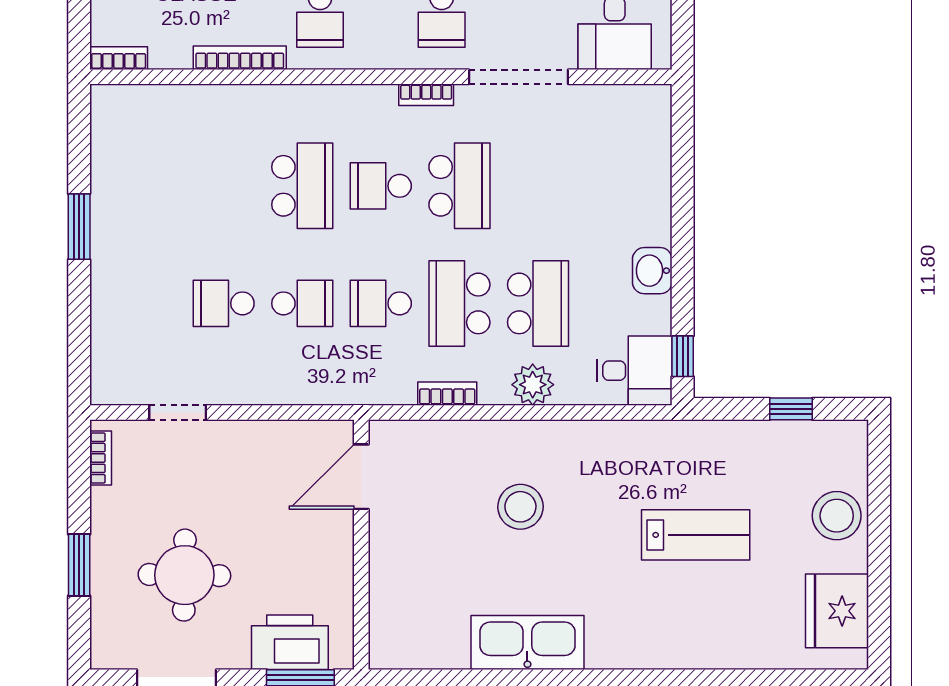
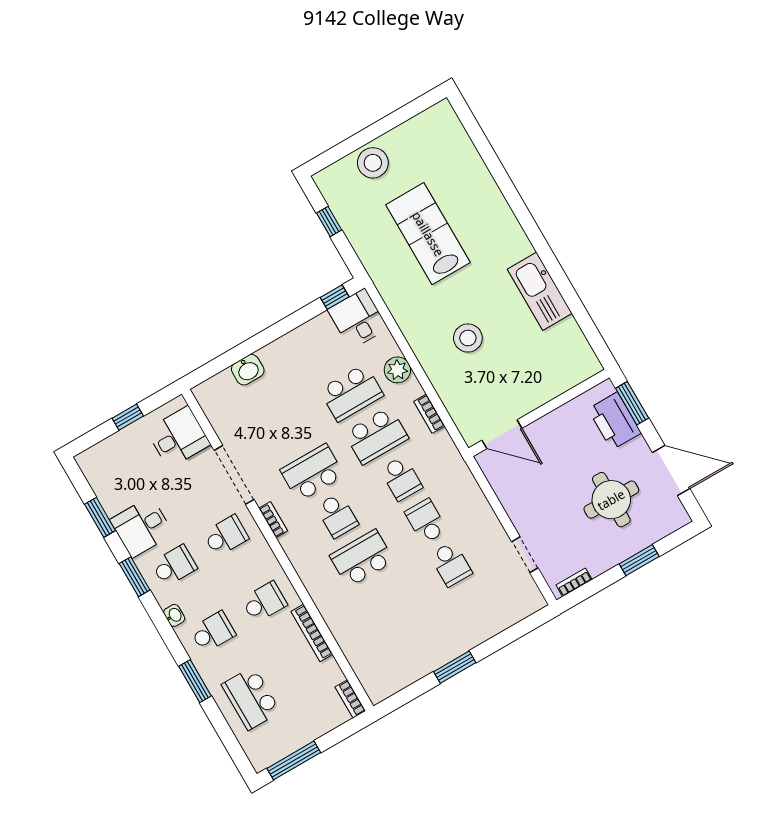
washbasin: (652, 271) -> (248, 370), moved
school desk: (538, 303) -> (352, 393), turned 180
lab bench: (696, 535) -> (428, 234), width x1.36, depth x1.39
fridge: (837, 611) -> (425, 133), removed

